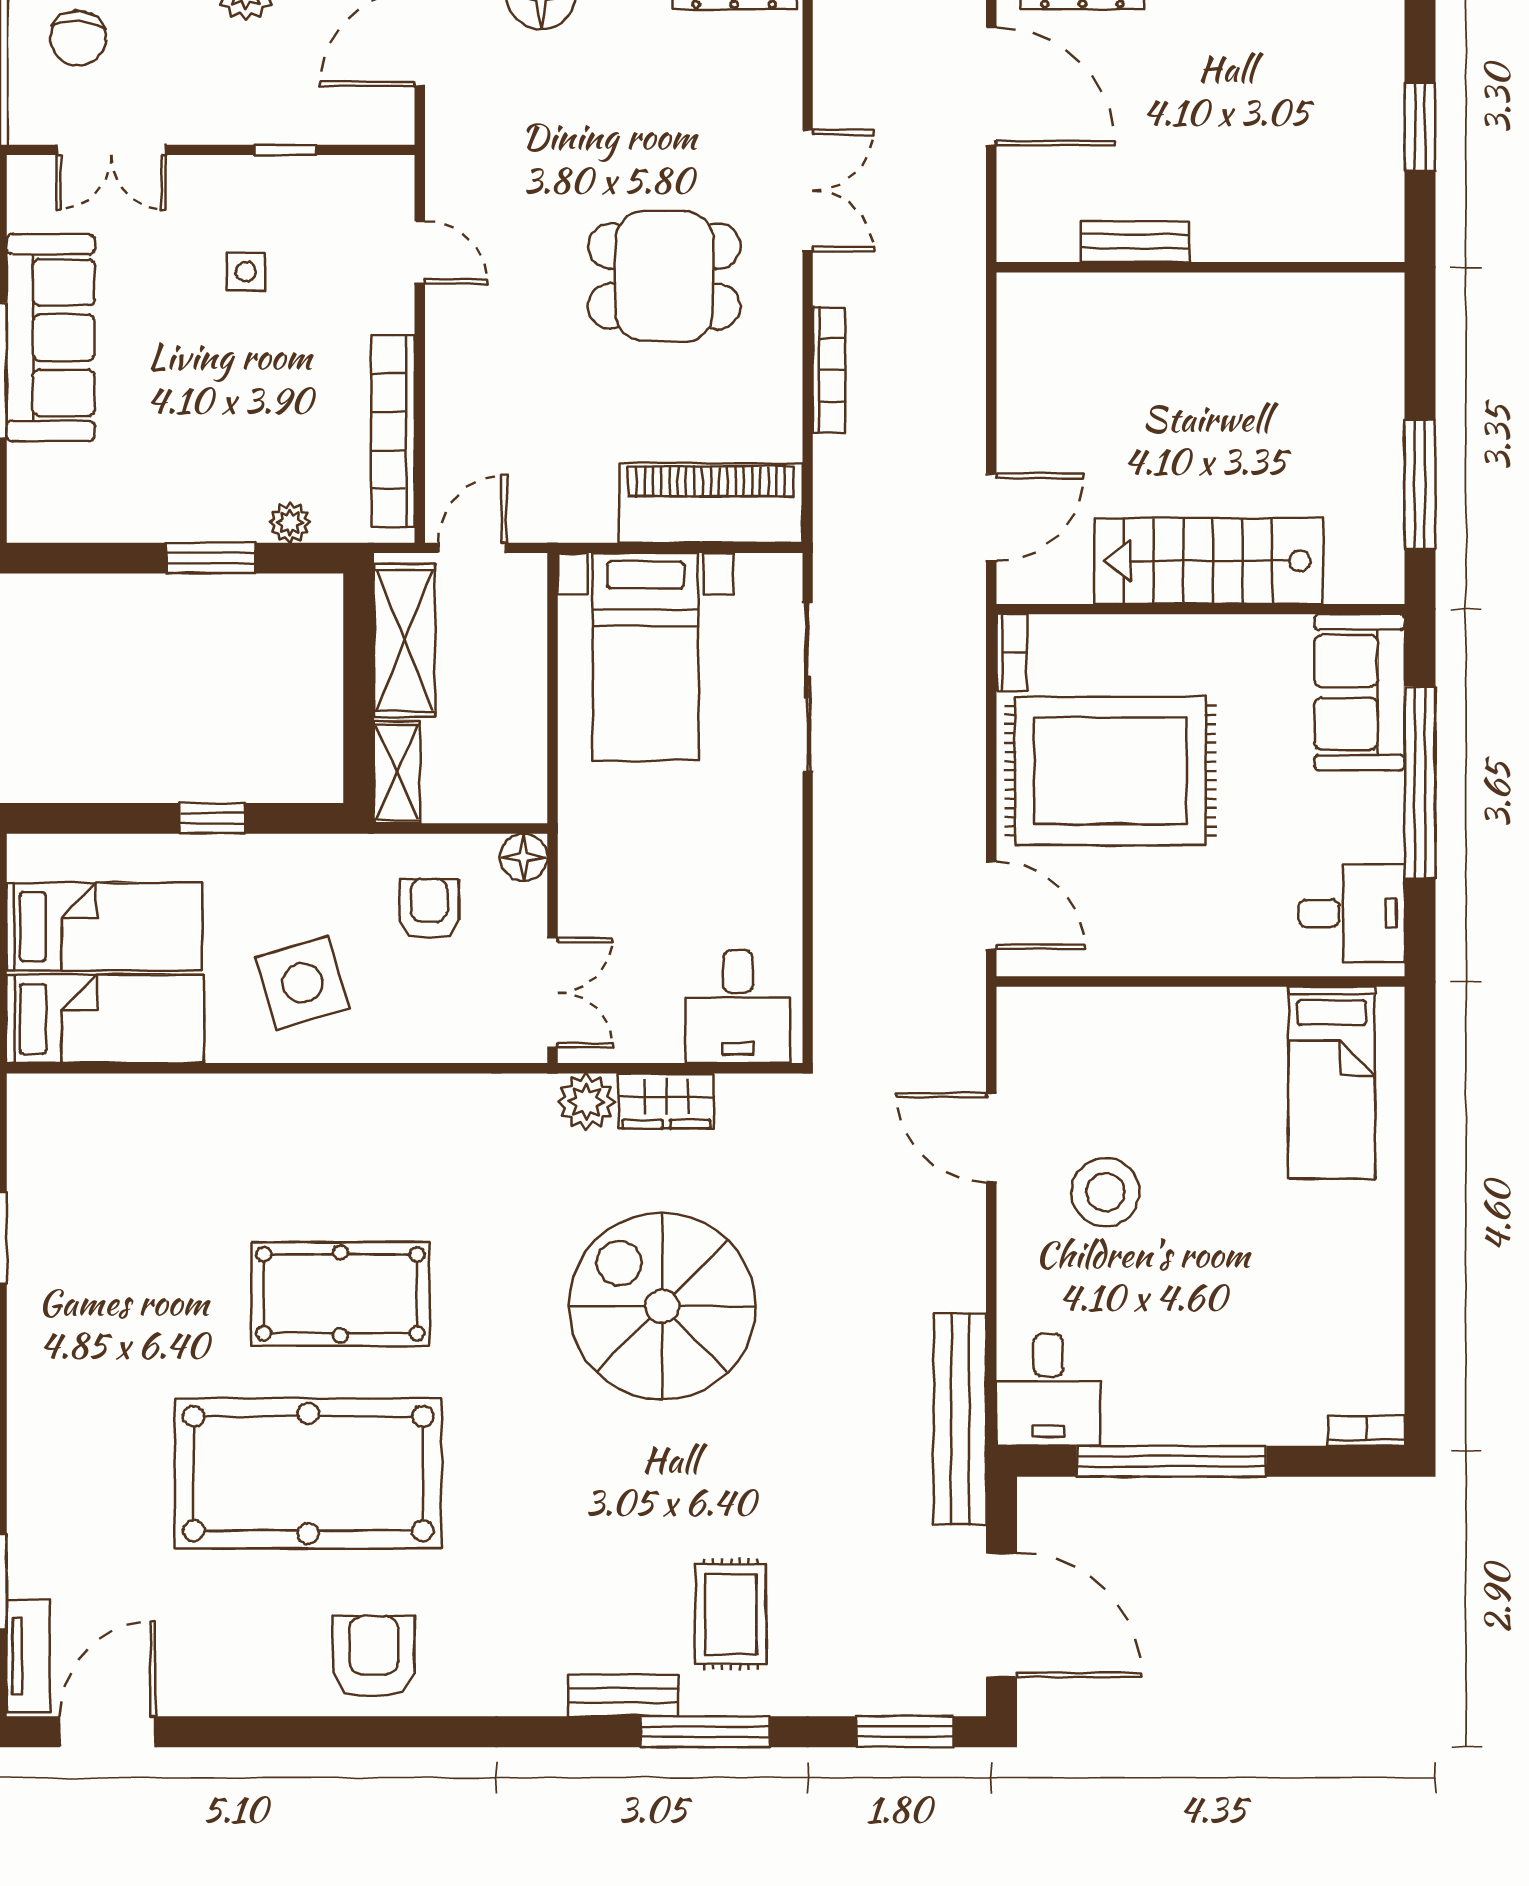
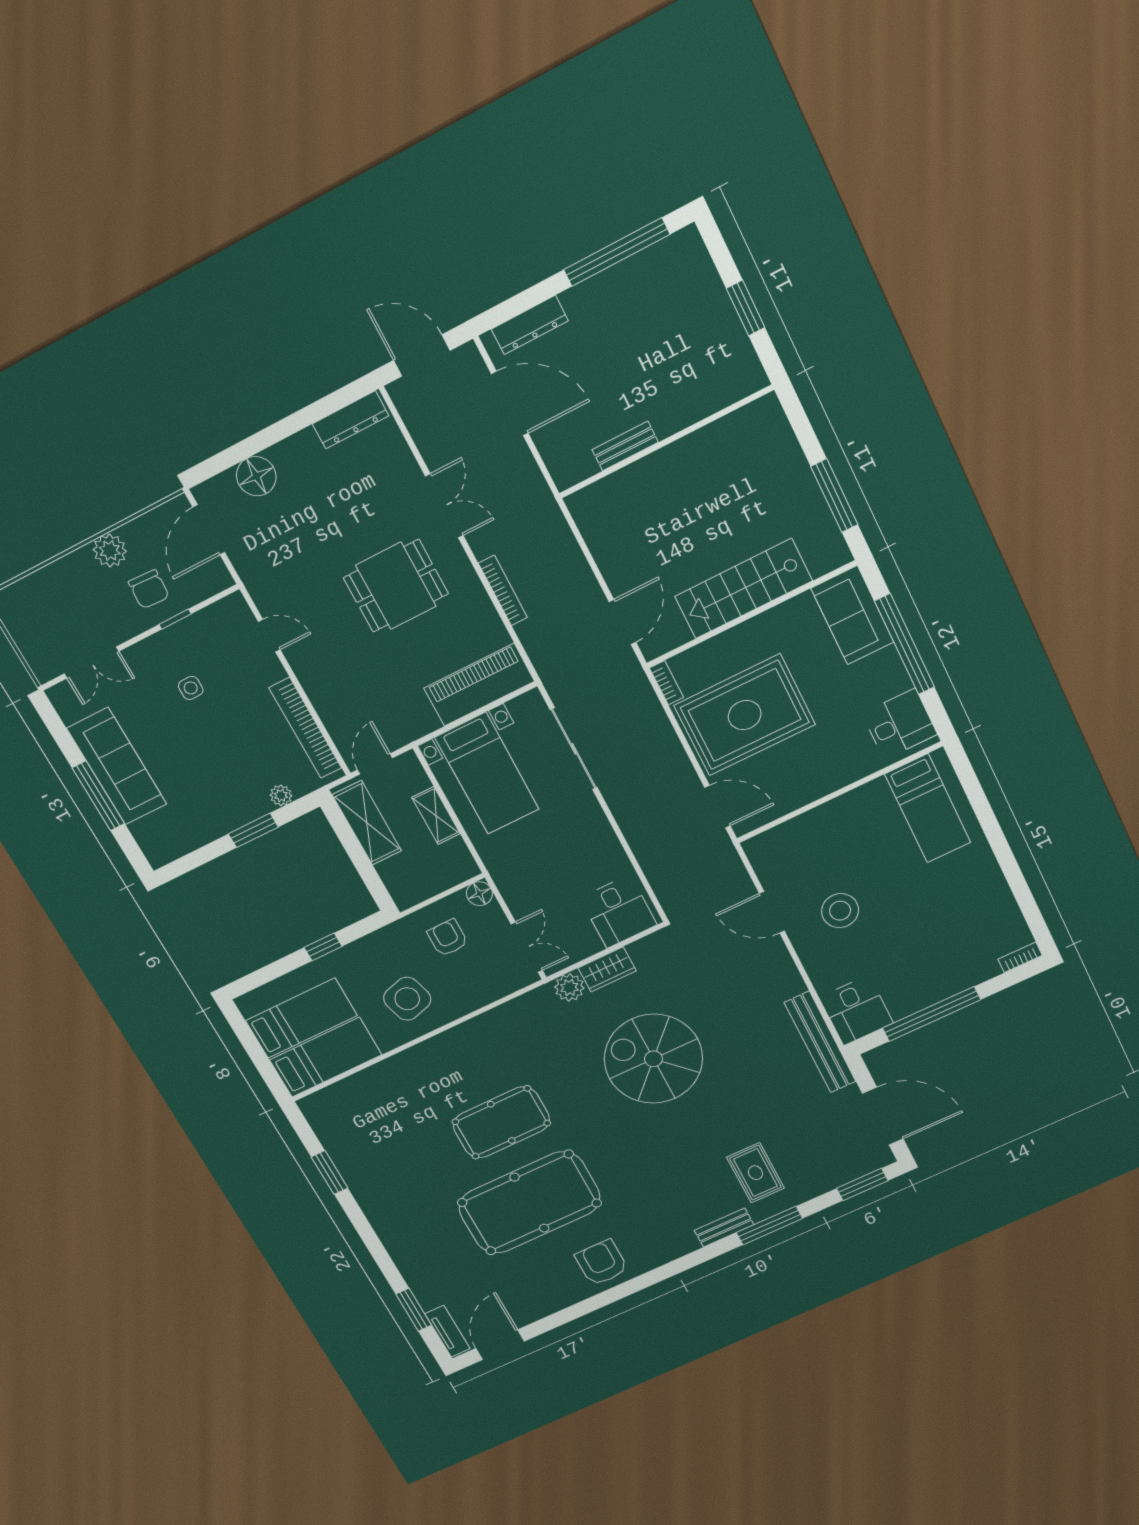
chair: (78, 38) -> (149, 589), moved
shelving: (397, 772) -> (436, 815), moved

